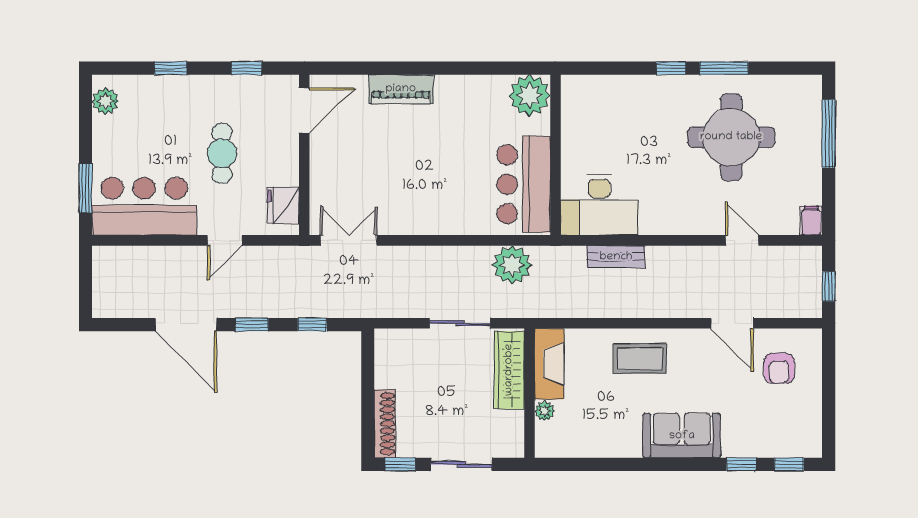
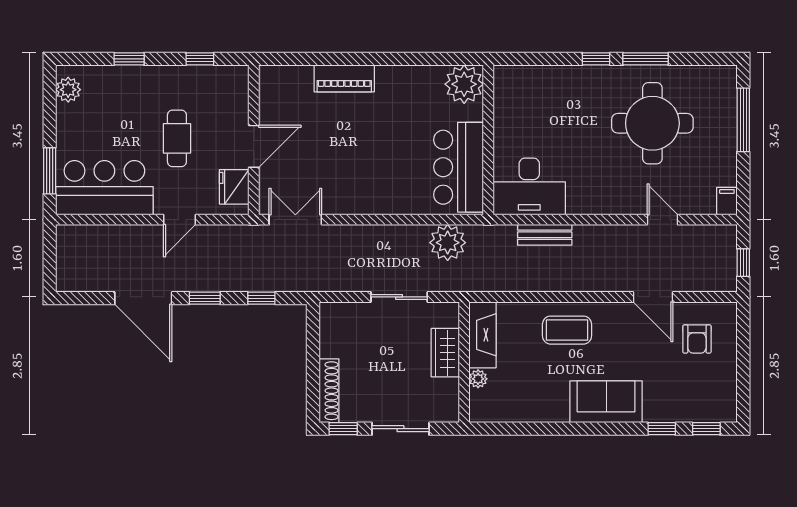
door: (304, 111) -> (254, 146), moved
wardrobe: (509, 370) -> (445, 353), width x0.67

